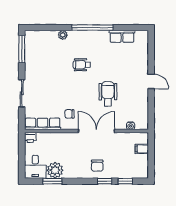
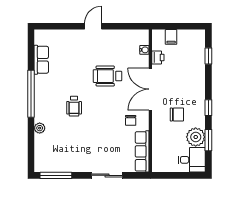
printer: (30, 137) -> (158, 57), moved
chair: (97, 166) -> (177, 115), moved
window: (105, 181) -> (208, 108), moved

